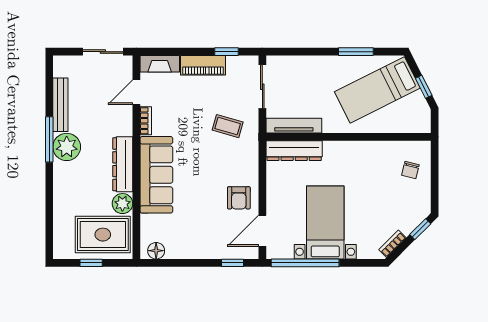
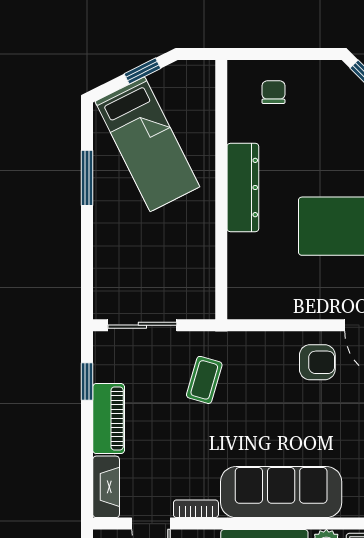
tv unit: (294, 126) -> (204, 275), removed
dresser: (294, 151) -> (243, 188), moved
chair: (410, 170) -> (273, 92), turned -104

